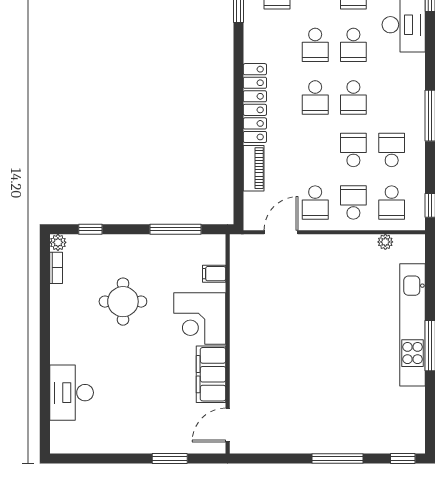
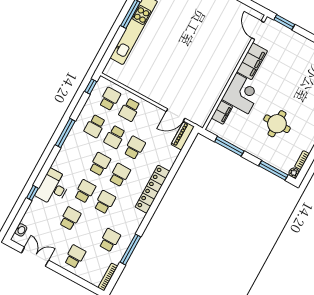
piano: (254, 168) -> (183, 135), moved
school desk: (315, 203) -> (135, 148), moved
window: (90, 229) -> (273, 170), width x2.17
plant: (385, 242) -> (124, 80), removed
filing cabinet: (214, 274) -> (222, 112), width x2.00
door: (228, 425) -> (258, 30), swing flipped
window: (170, 458) -> (284, 22), moved

